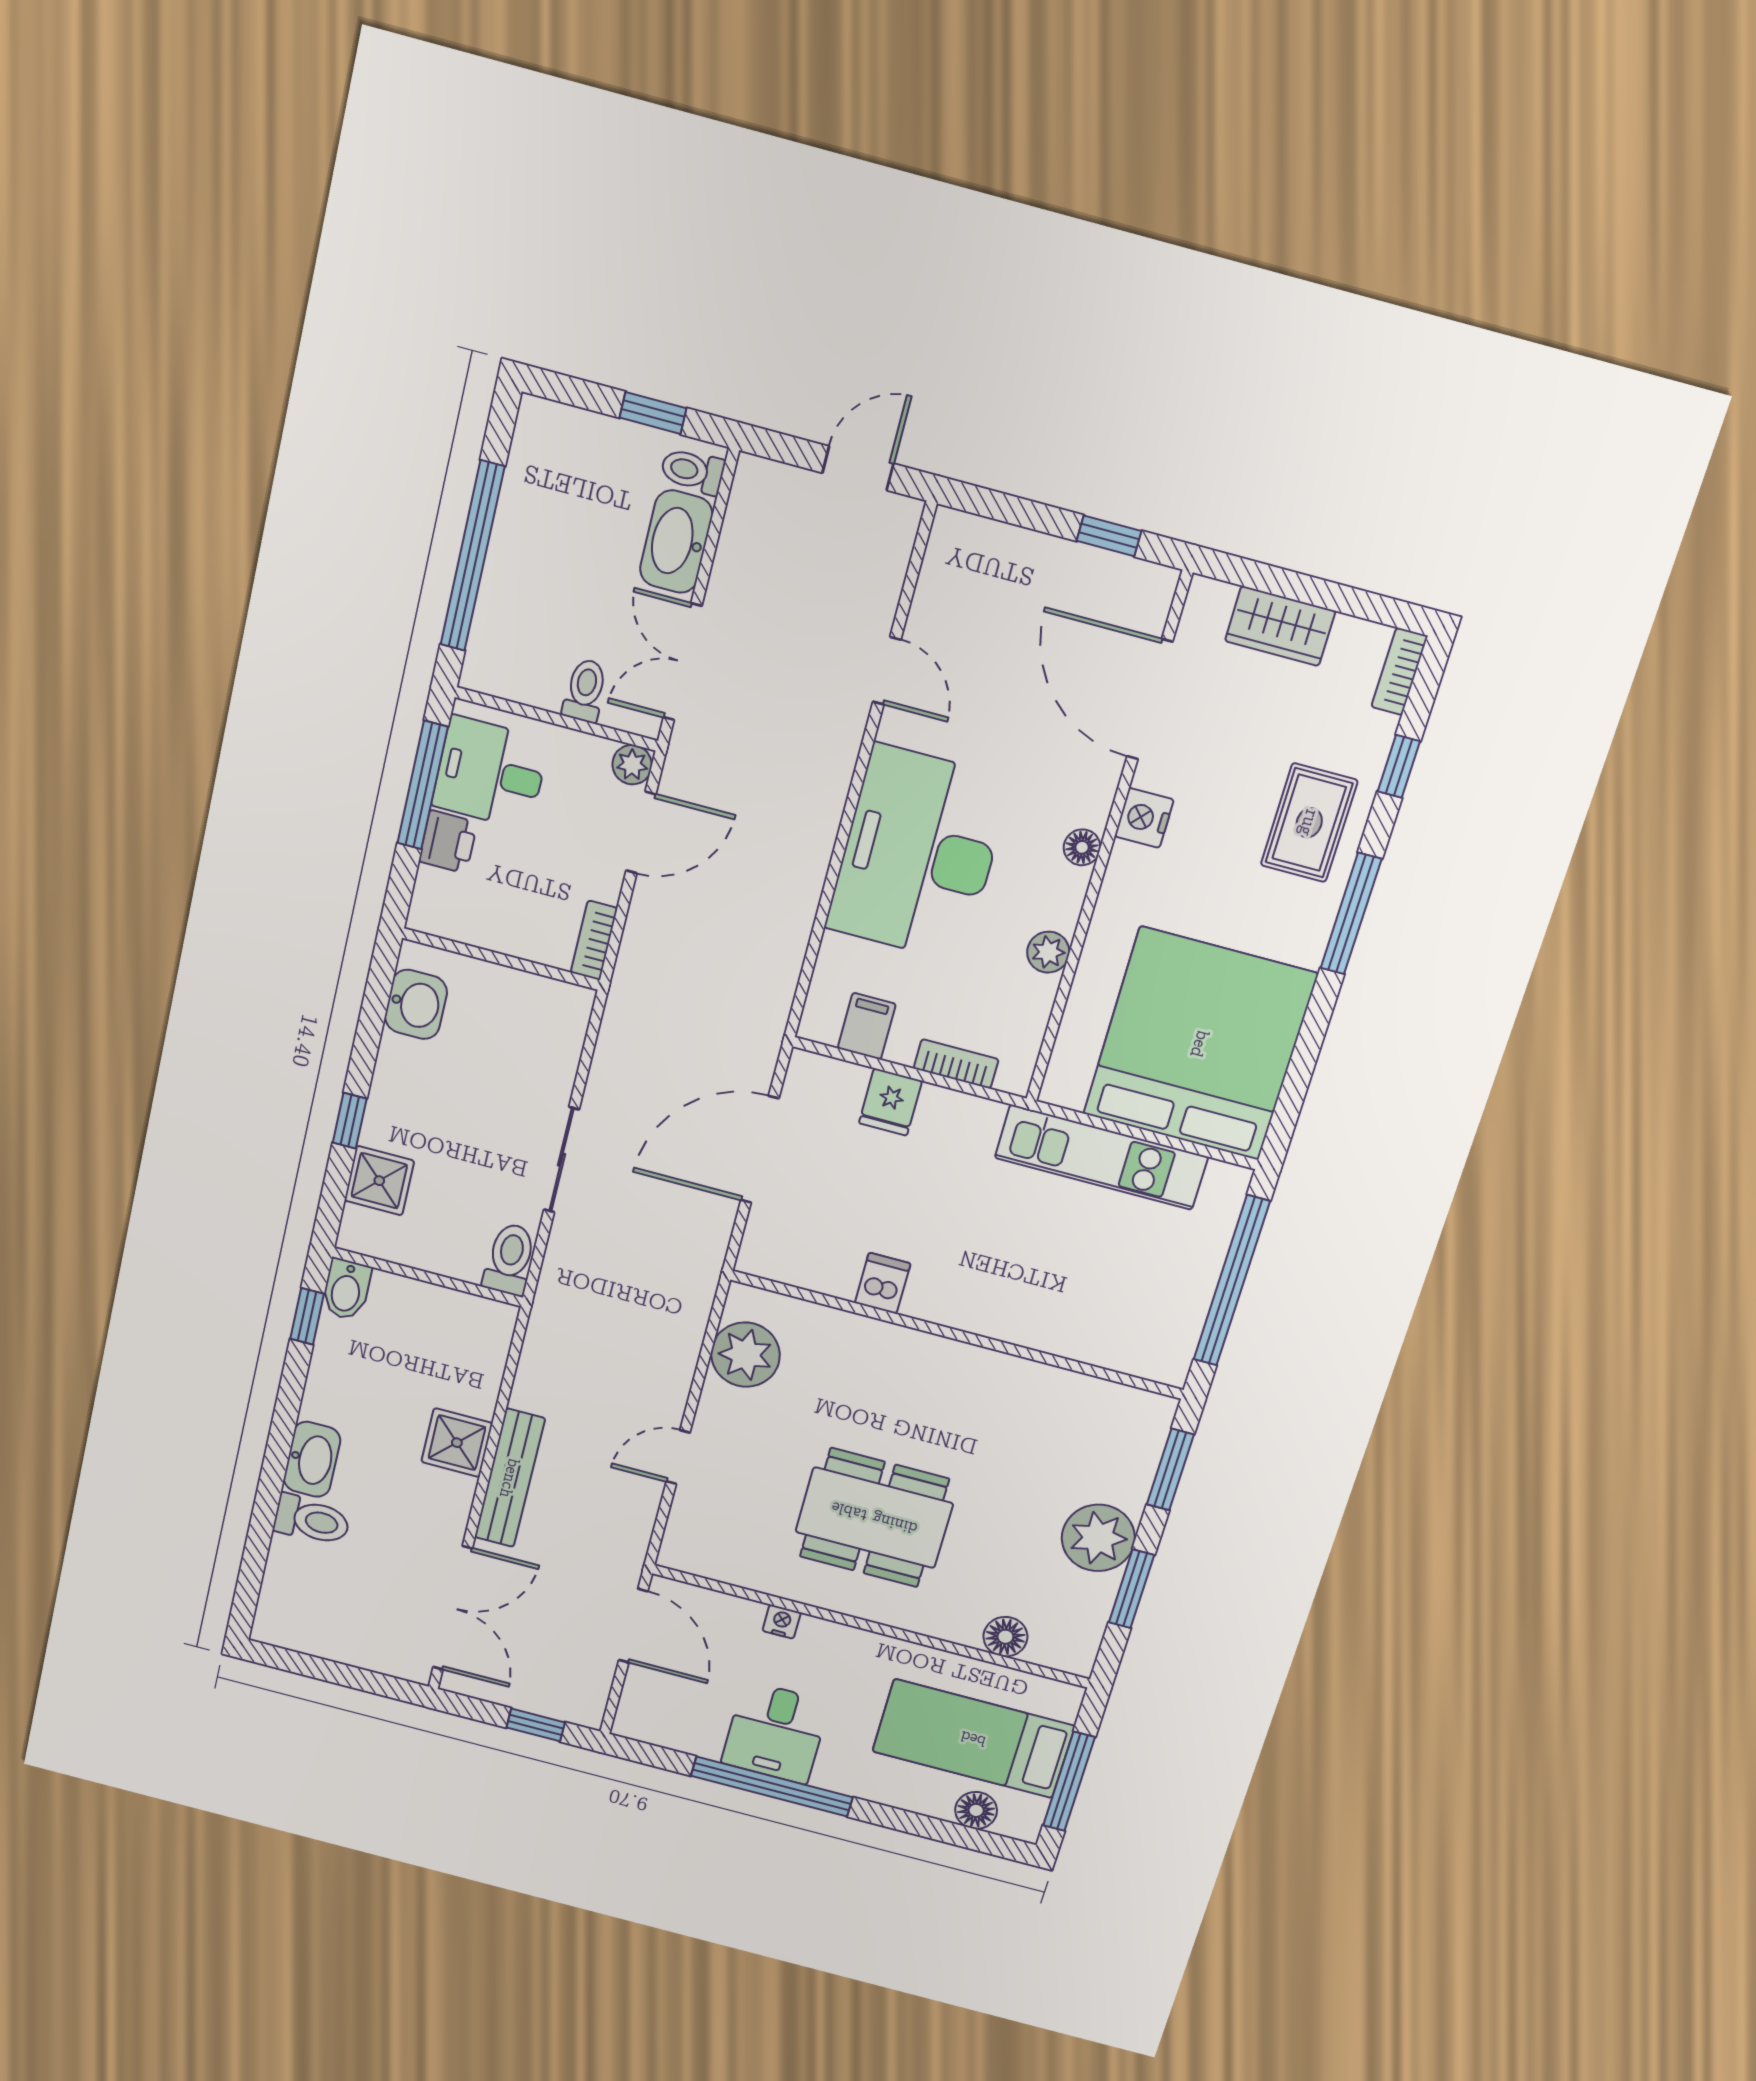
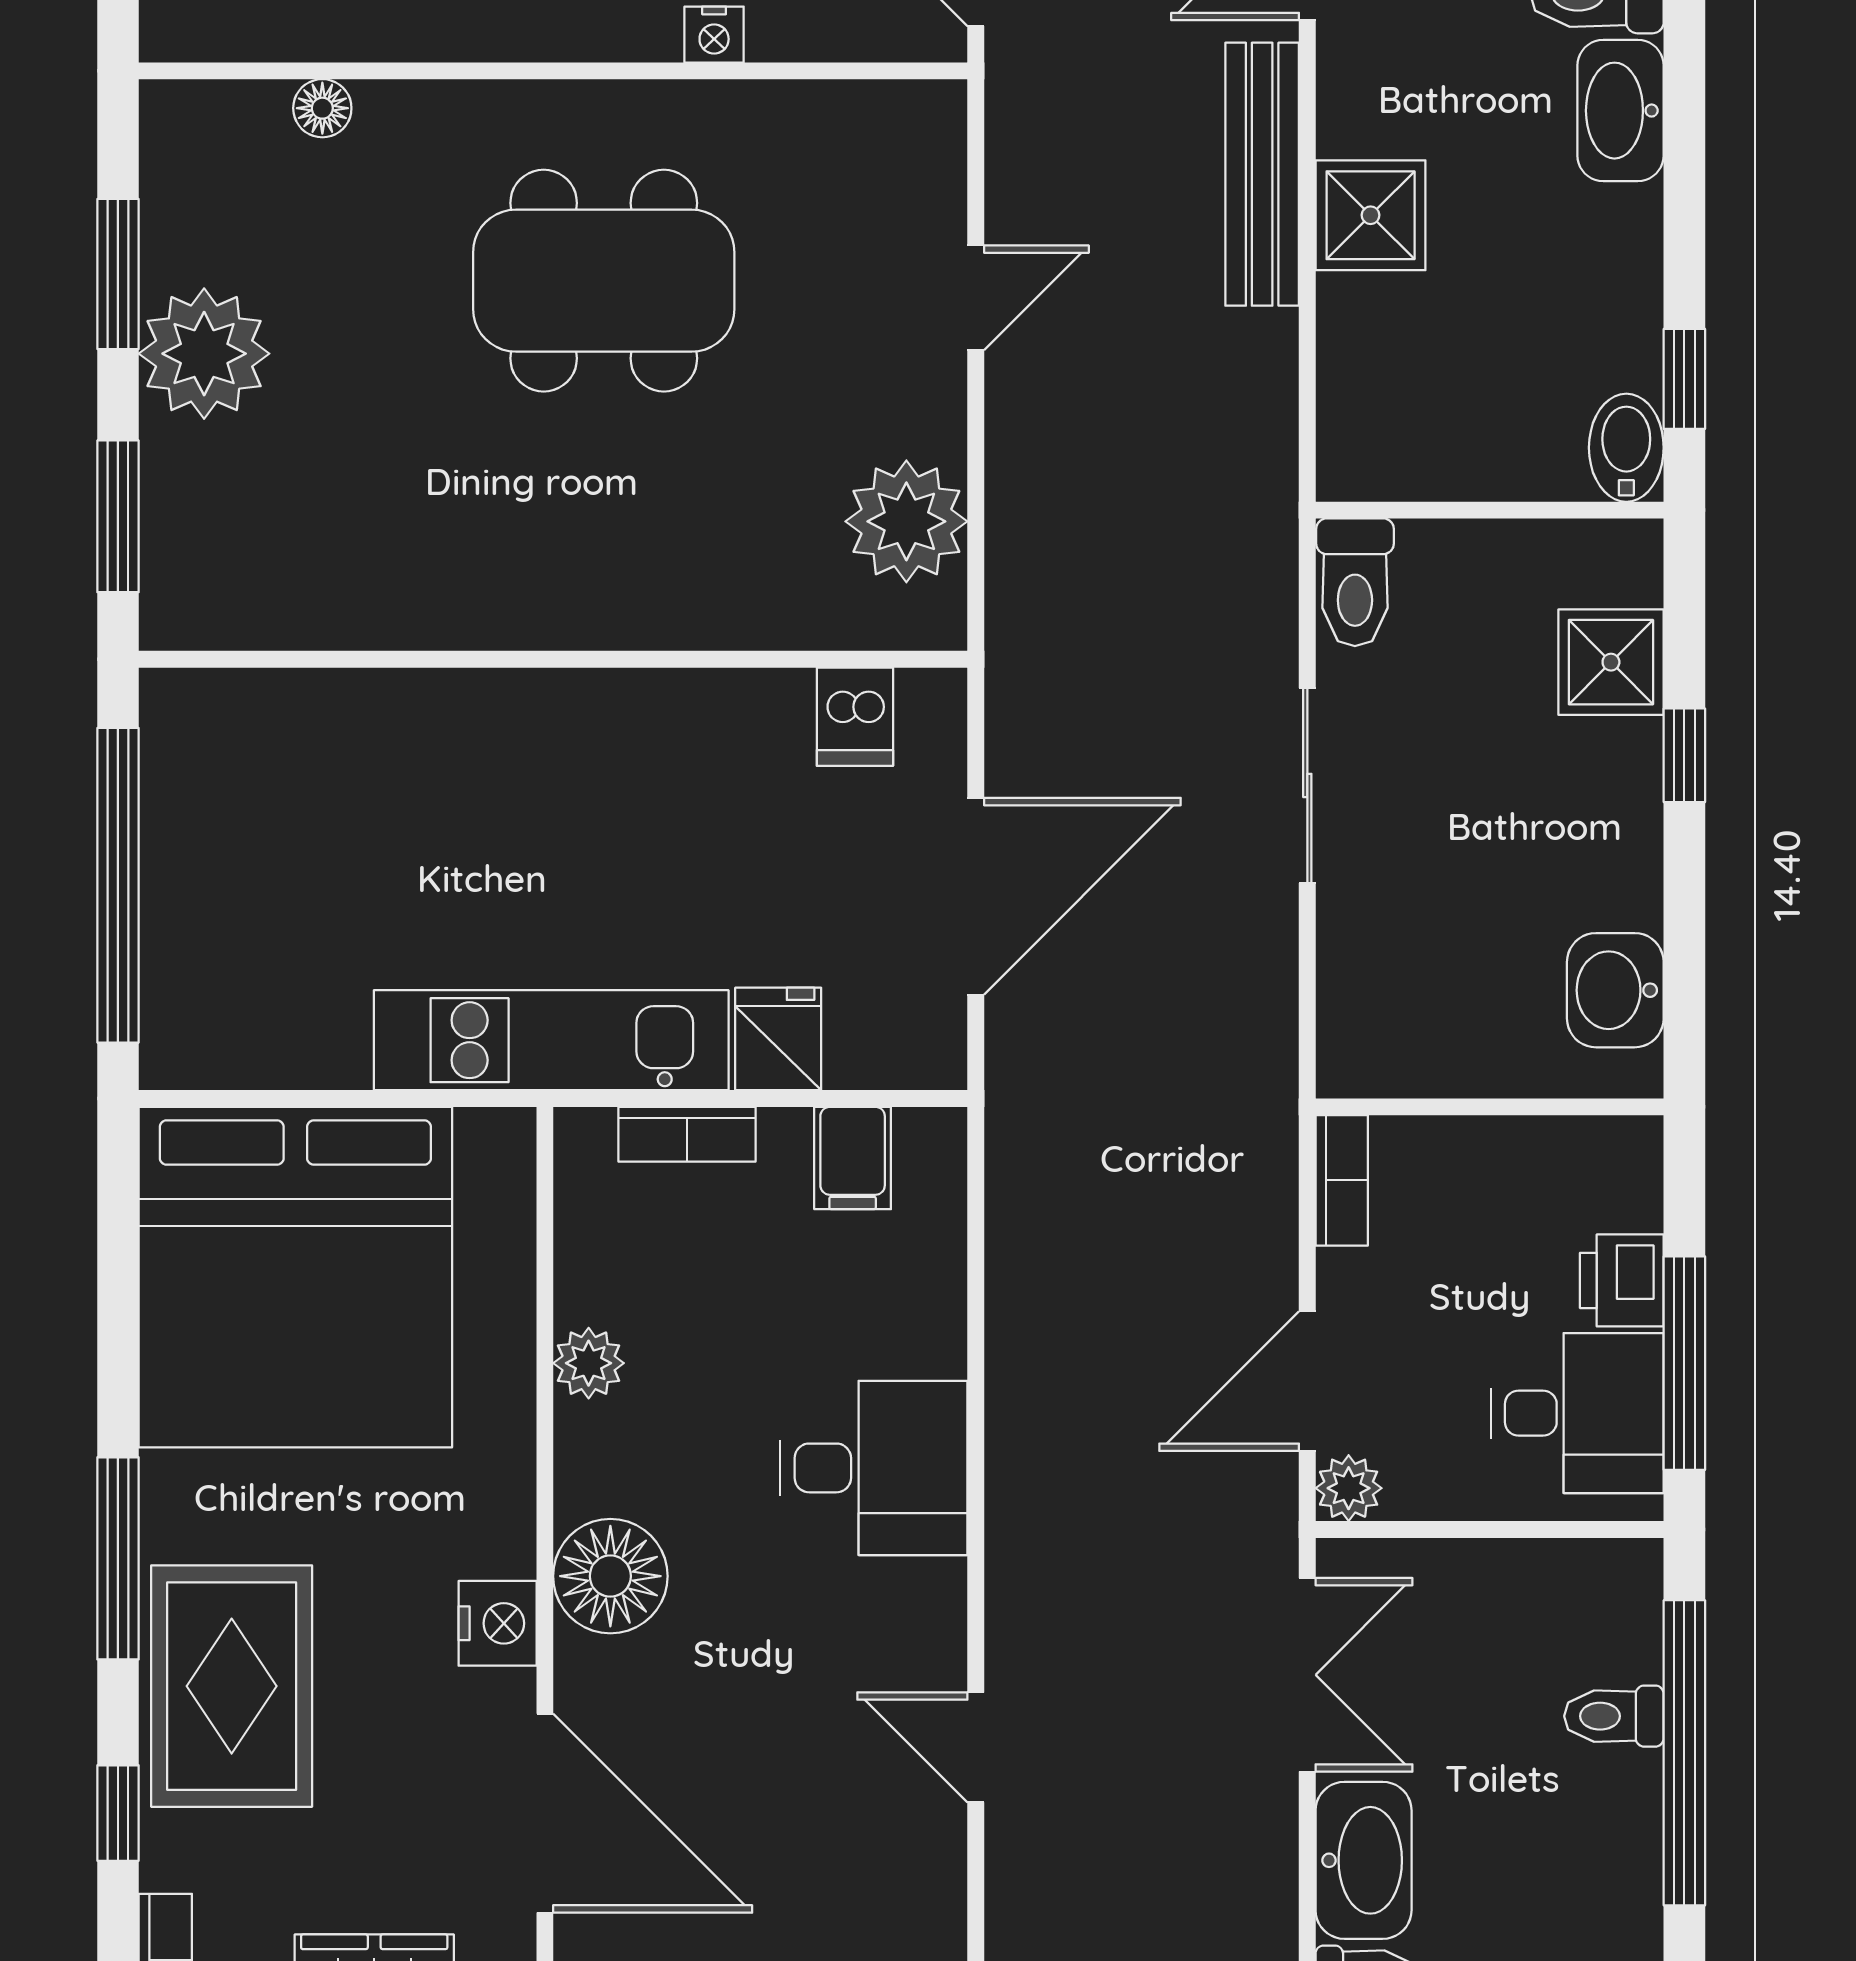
toilet: (585, 691) -> (1614, 1716), moved, turned 90
rug: (1309, 823) -> (232, 1686), width x1.36, depth x1.43
floor lamp: (1082, 847) -> (610, 1576), width x1.89, depth x1.89
desk: (918, 854) -> (874, 1468), width x0.53, depth x0.77
kitchen unit: (1101, 1157) -> (551, 1040), moved
dishwasher: (883, 1283) -> (855, 717), moved
floor lamp: (1005, 1637) -> (322, 108), width x0.73, depth x0.73

